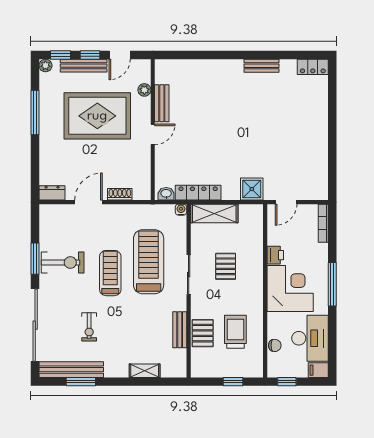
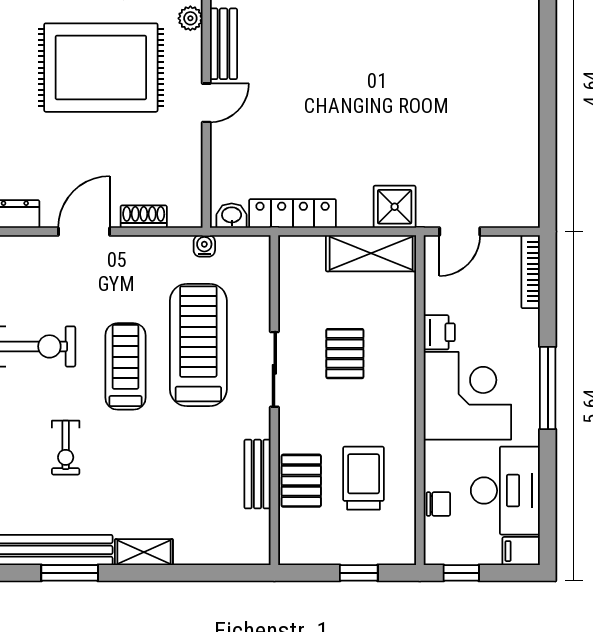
water cooler: (181, 210) -> (204, 246), moved
shelving: (214, 214) -> (371, 253), moved
exercise bike: (89, 327) -> (66, 448), moved
shelving: (145, 371) -> (144, 552), moved

